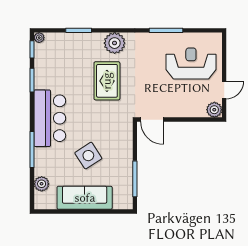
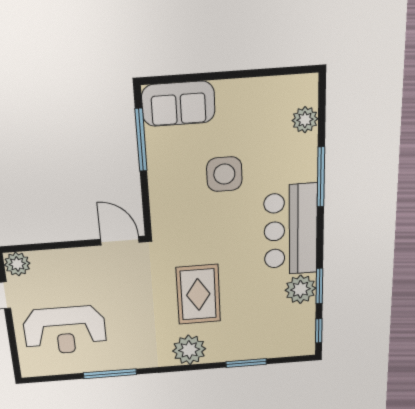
plant: (39, 38) -> (300, 289), moved, width x1.87, depth x1.87
side table: (88, 156) -> (224, 174), turned 33
sofa: (85, 198) -> (178, 104), moved, width x0.73

